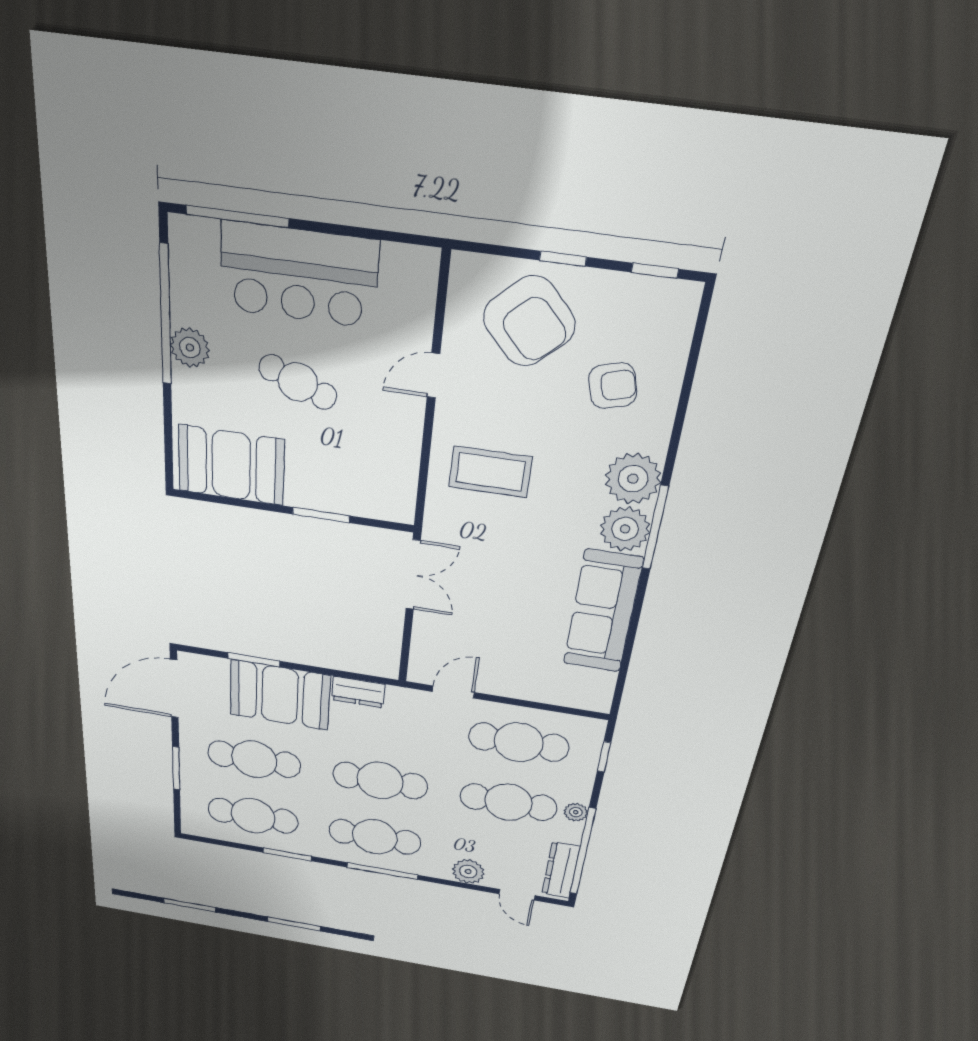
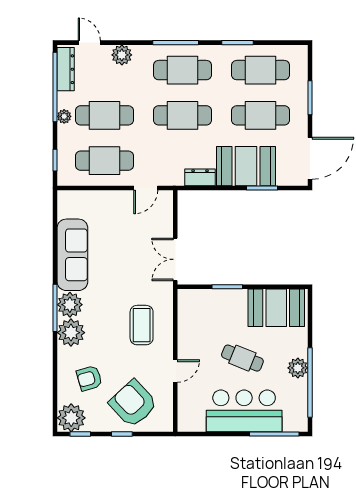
plant: (668, 309) -> (71, 418), added
coffee table: (490, 472) -> (142, 325), turned 90

